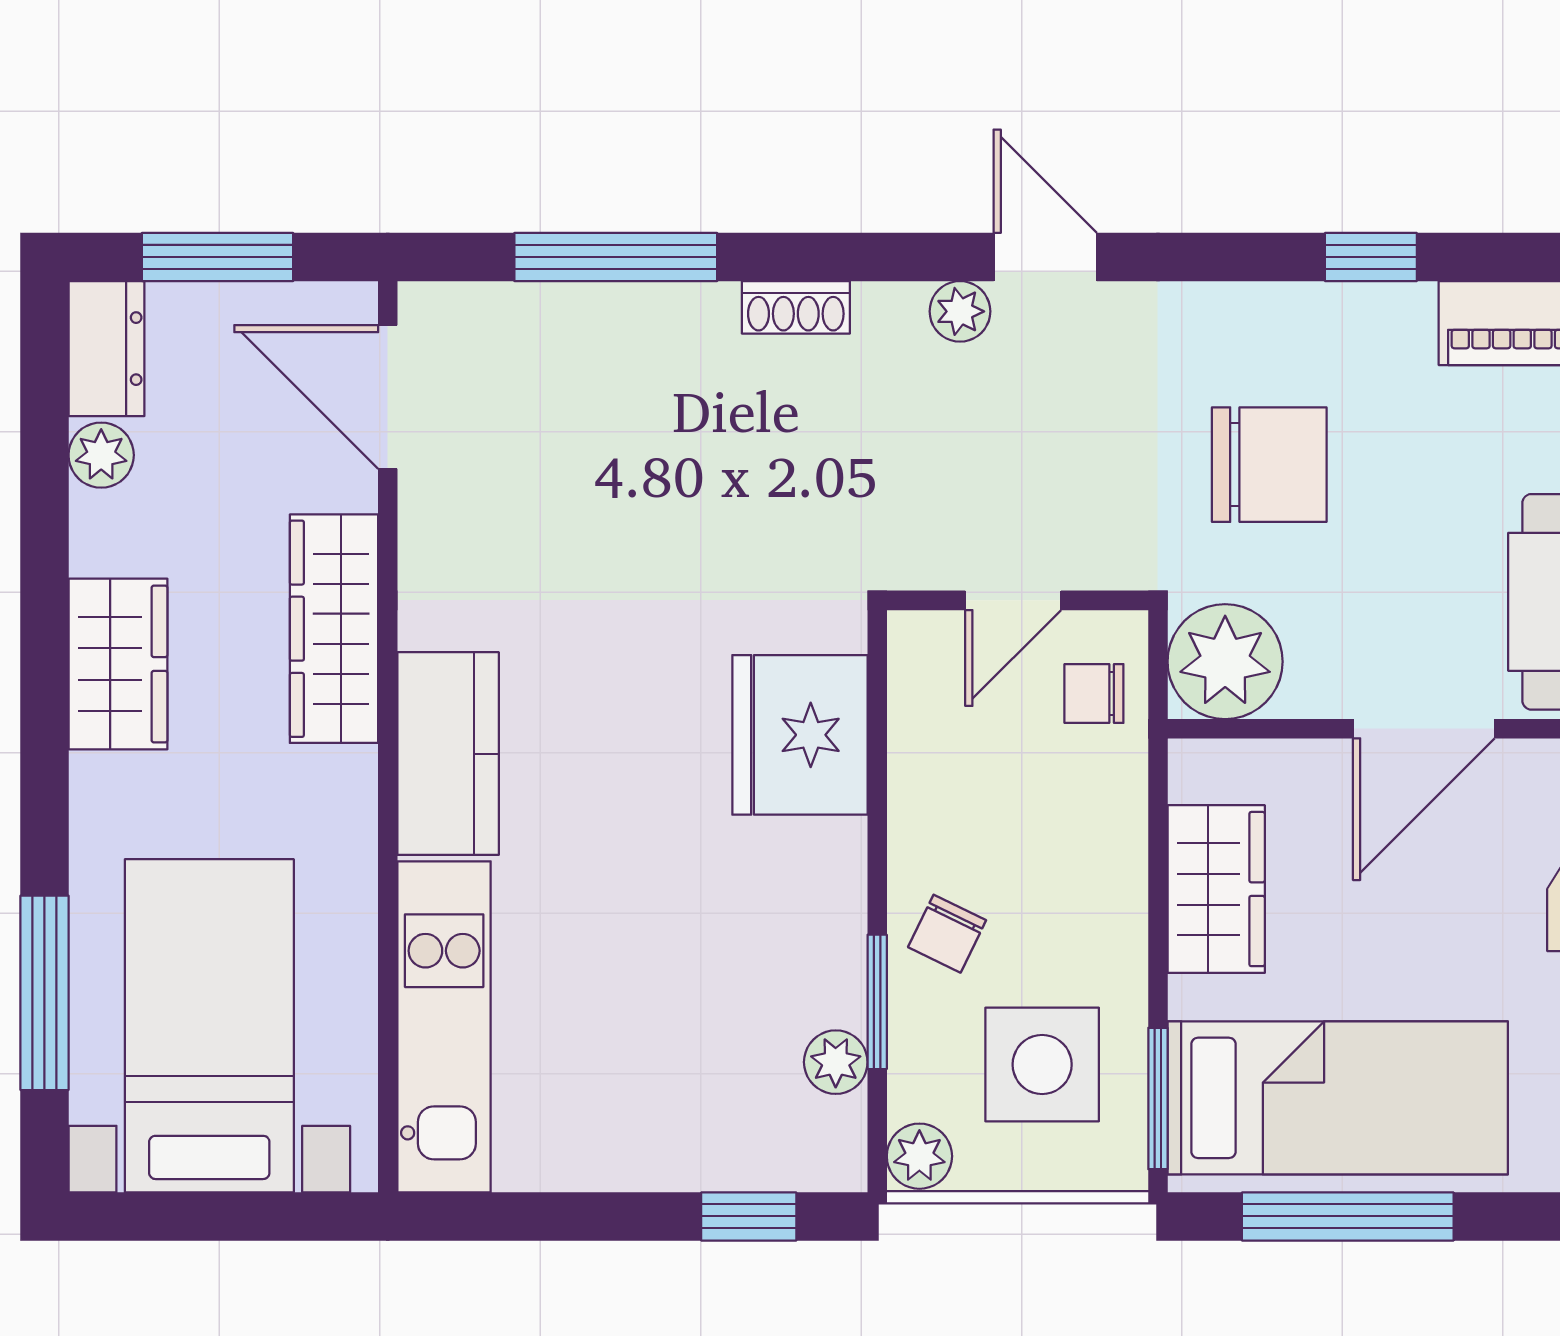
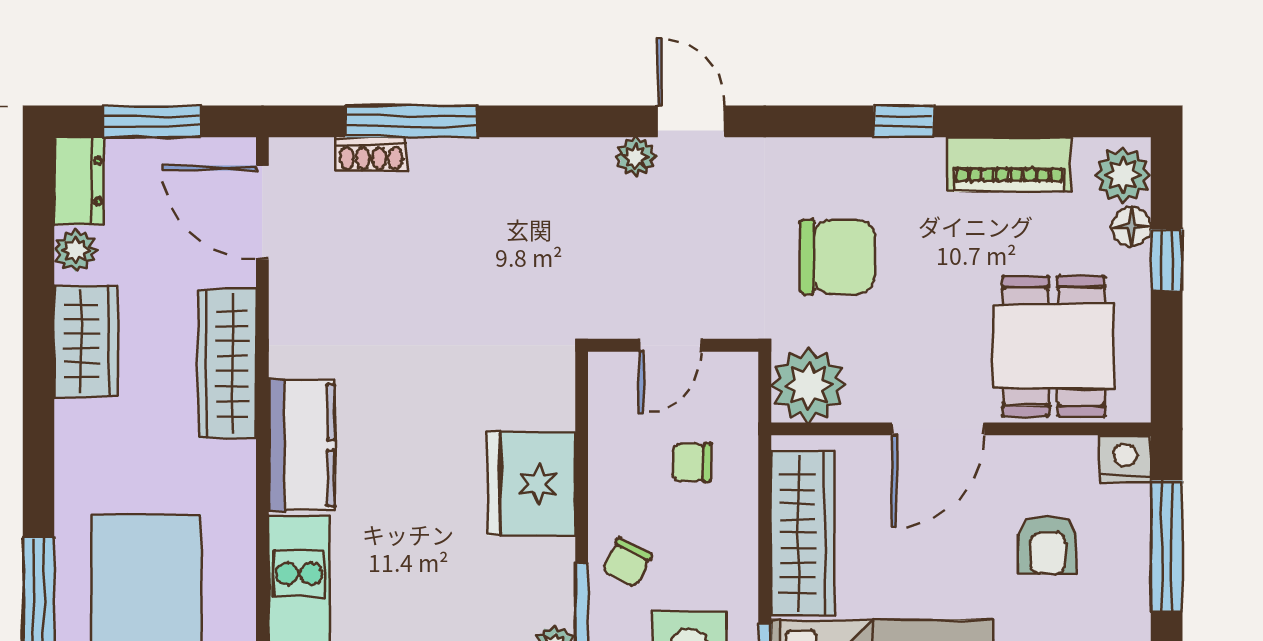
shoe rack: (796, 307) -> (371, 154), moved
wardrobe: (118, 664) -> (86, 341), moved
chair: (1094, 693) -> (692, 462), moved
fridge: (800, 735) -> (531, 483), moved
wardrobe: (1216, 889) -> (803, 534), width x1.50

